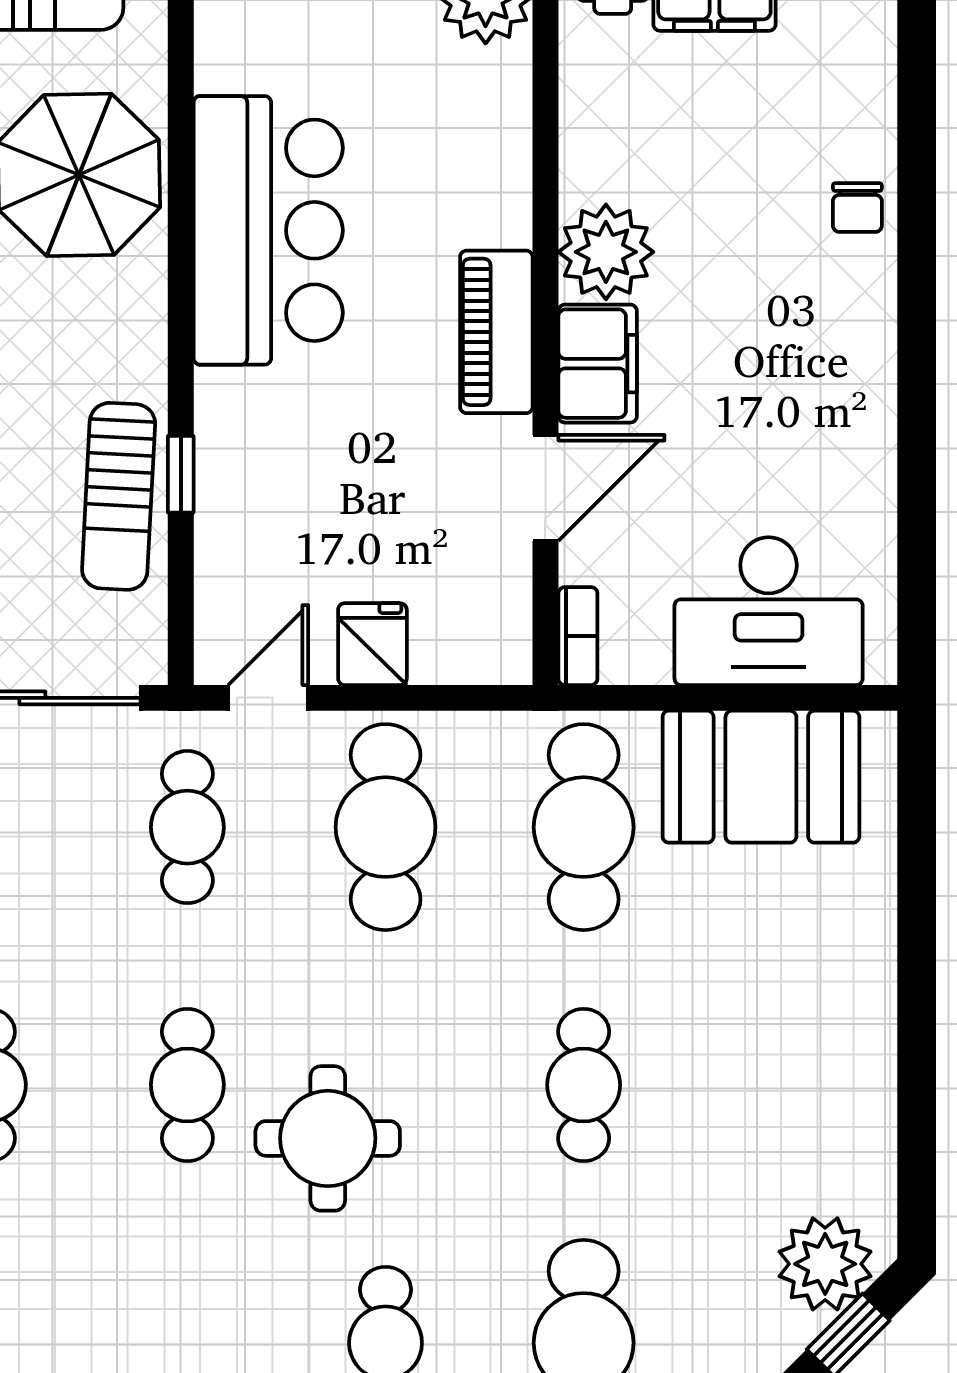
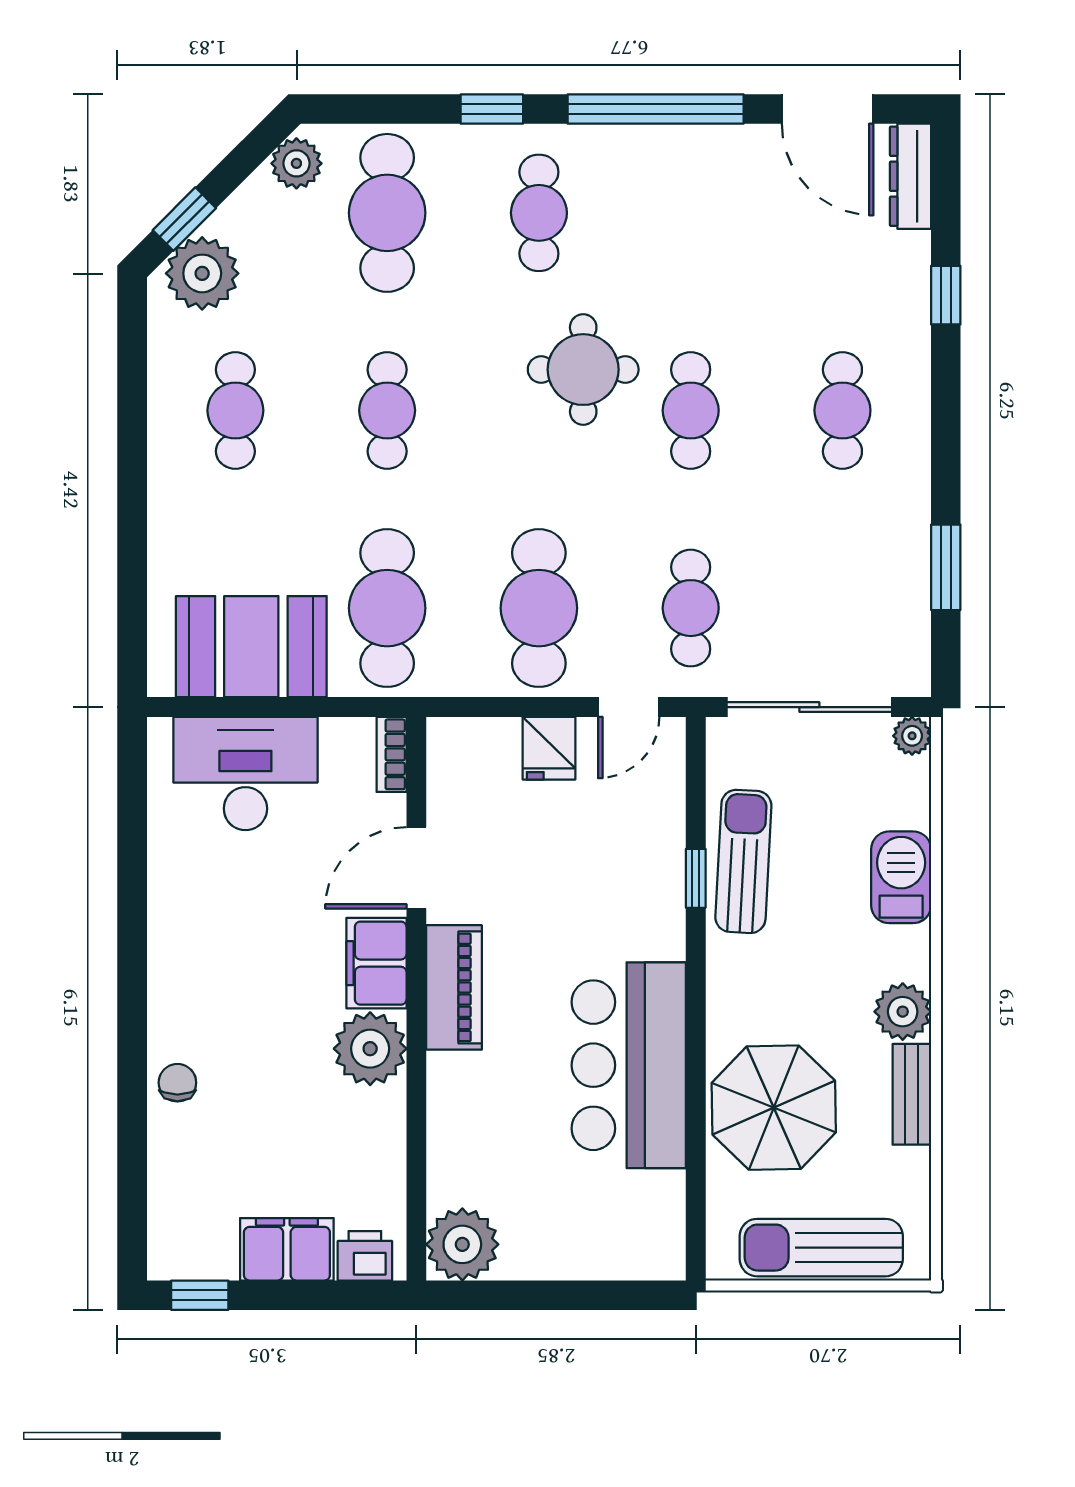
cafe table: (782, 1085) -> (235, 410), added

